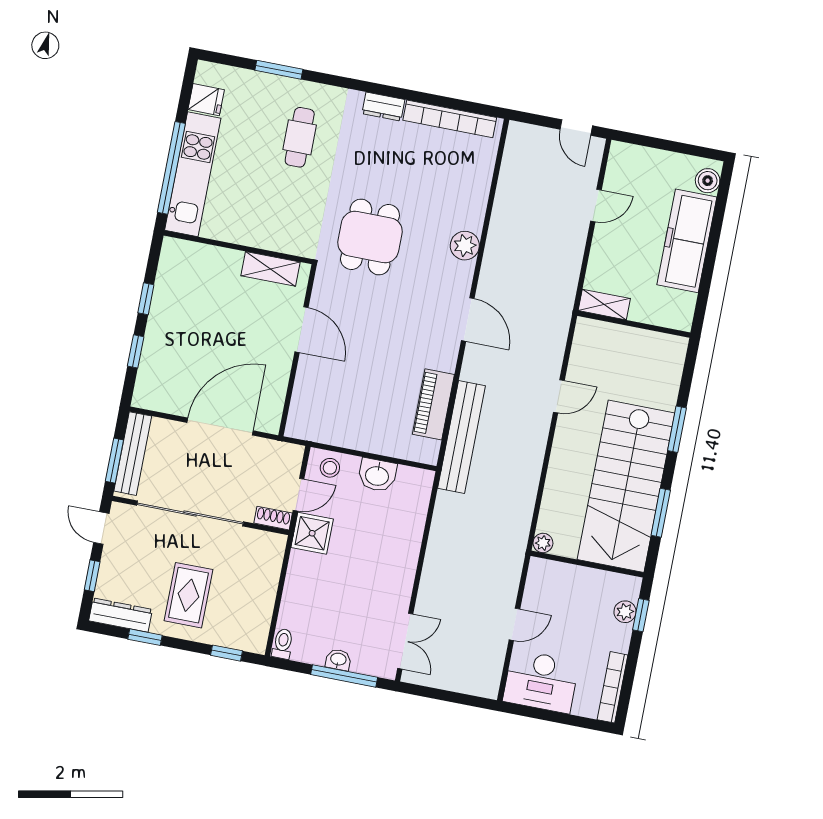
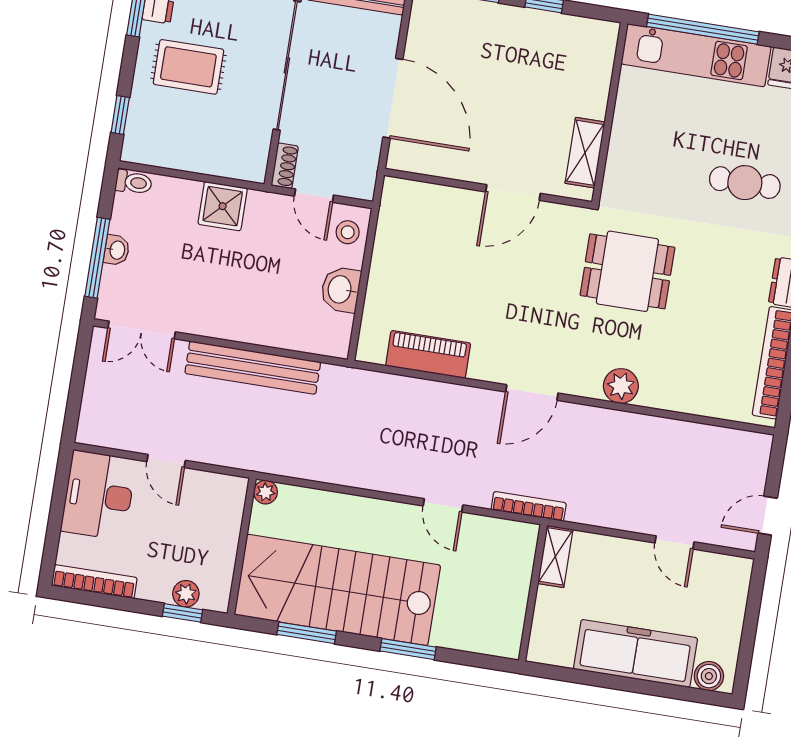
bookcase: (562, 325) -> (529, 506), added
bench: (462, 437) -> (253, 368), moved
shower: (312, 533) -> (223, 206), moved

